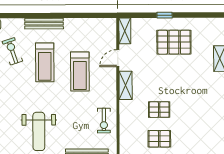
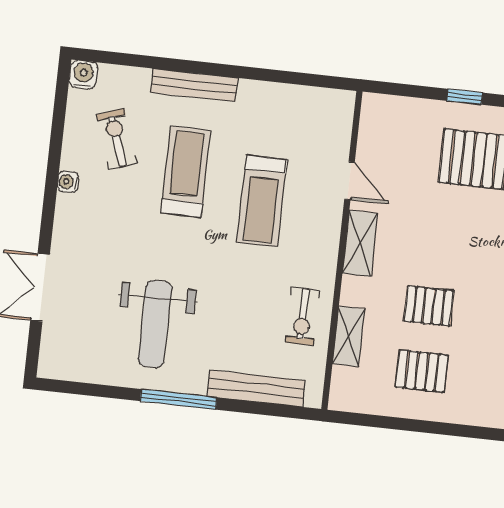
shelving: (125, 31) -> (348, 337), moved
door: (118, 58) -> (349, 181), swing flipped
treadmill: (45, 62) -> (186, 172), turned 180

